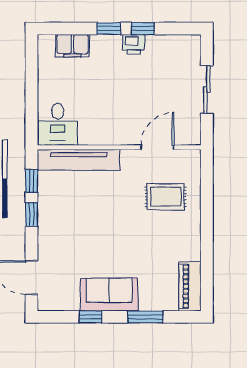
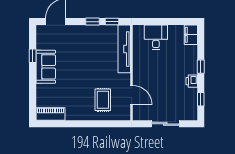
window: (143, 29) -> (201, 99), moved
filing cabinet: (73, 46) -> (191, 35), moved
desk: (58, 124) -> (156, 37), moved, turned 90
window: (145, 317) -> (33, 88), removed

